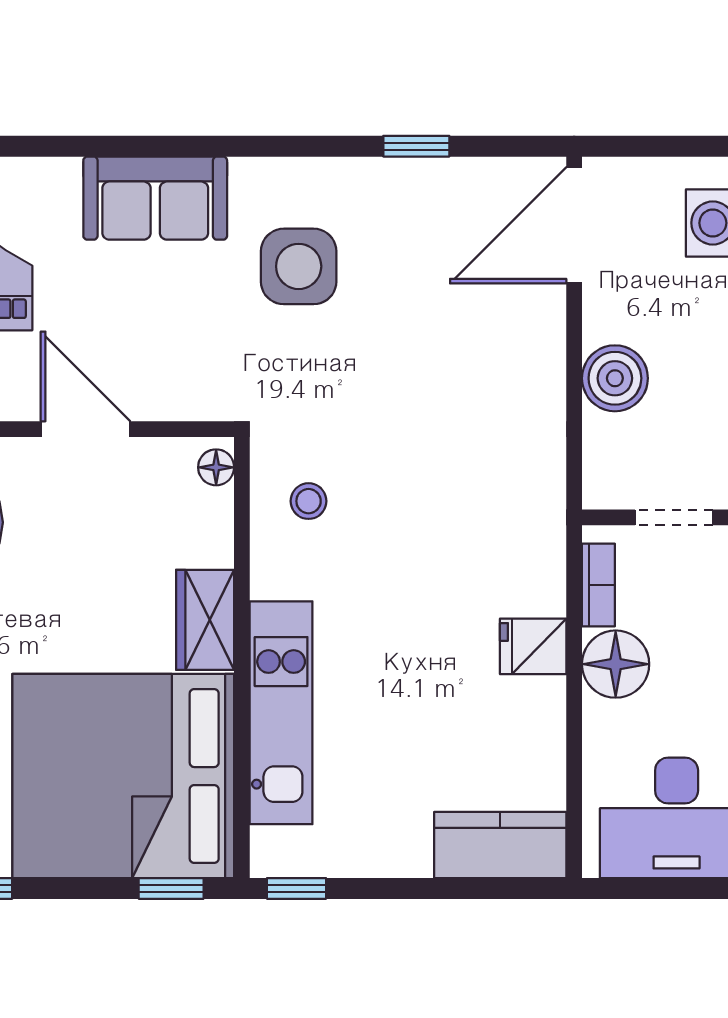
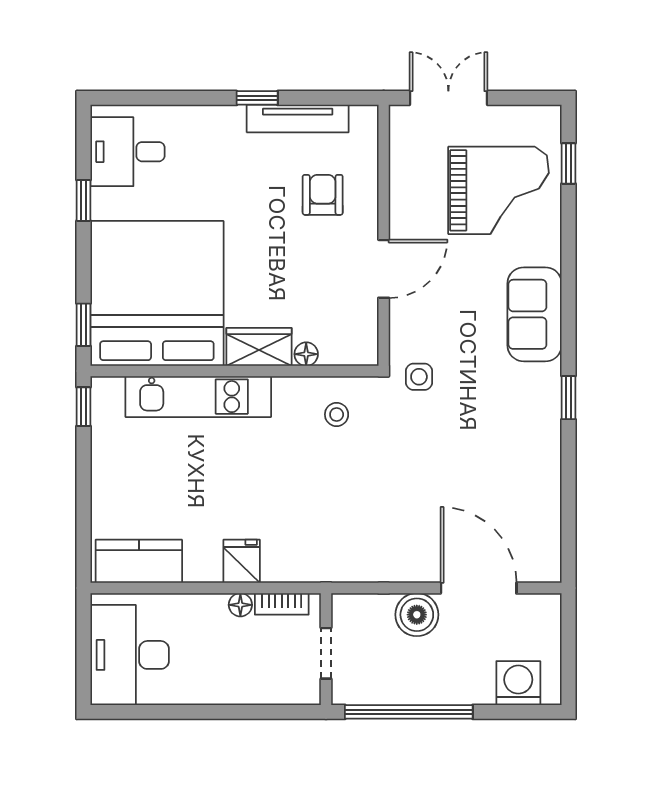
window: (416, 146) -> (569, 398), moved
door: (574, 225) -> (479, 588), moved
side table: (299, 266) -> (419, 377), moved, width x0.54, depth x0.54
floor lamp: (216, 467) -> (306, 354), moved
floor lamp: (616, 664) -> (240, 605), width x0.53, depth x0.53
kitchen counter: (500, 845) -> (139, 561), moved, turned -90

